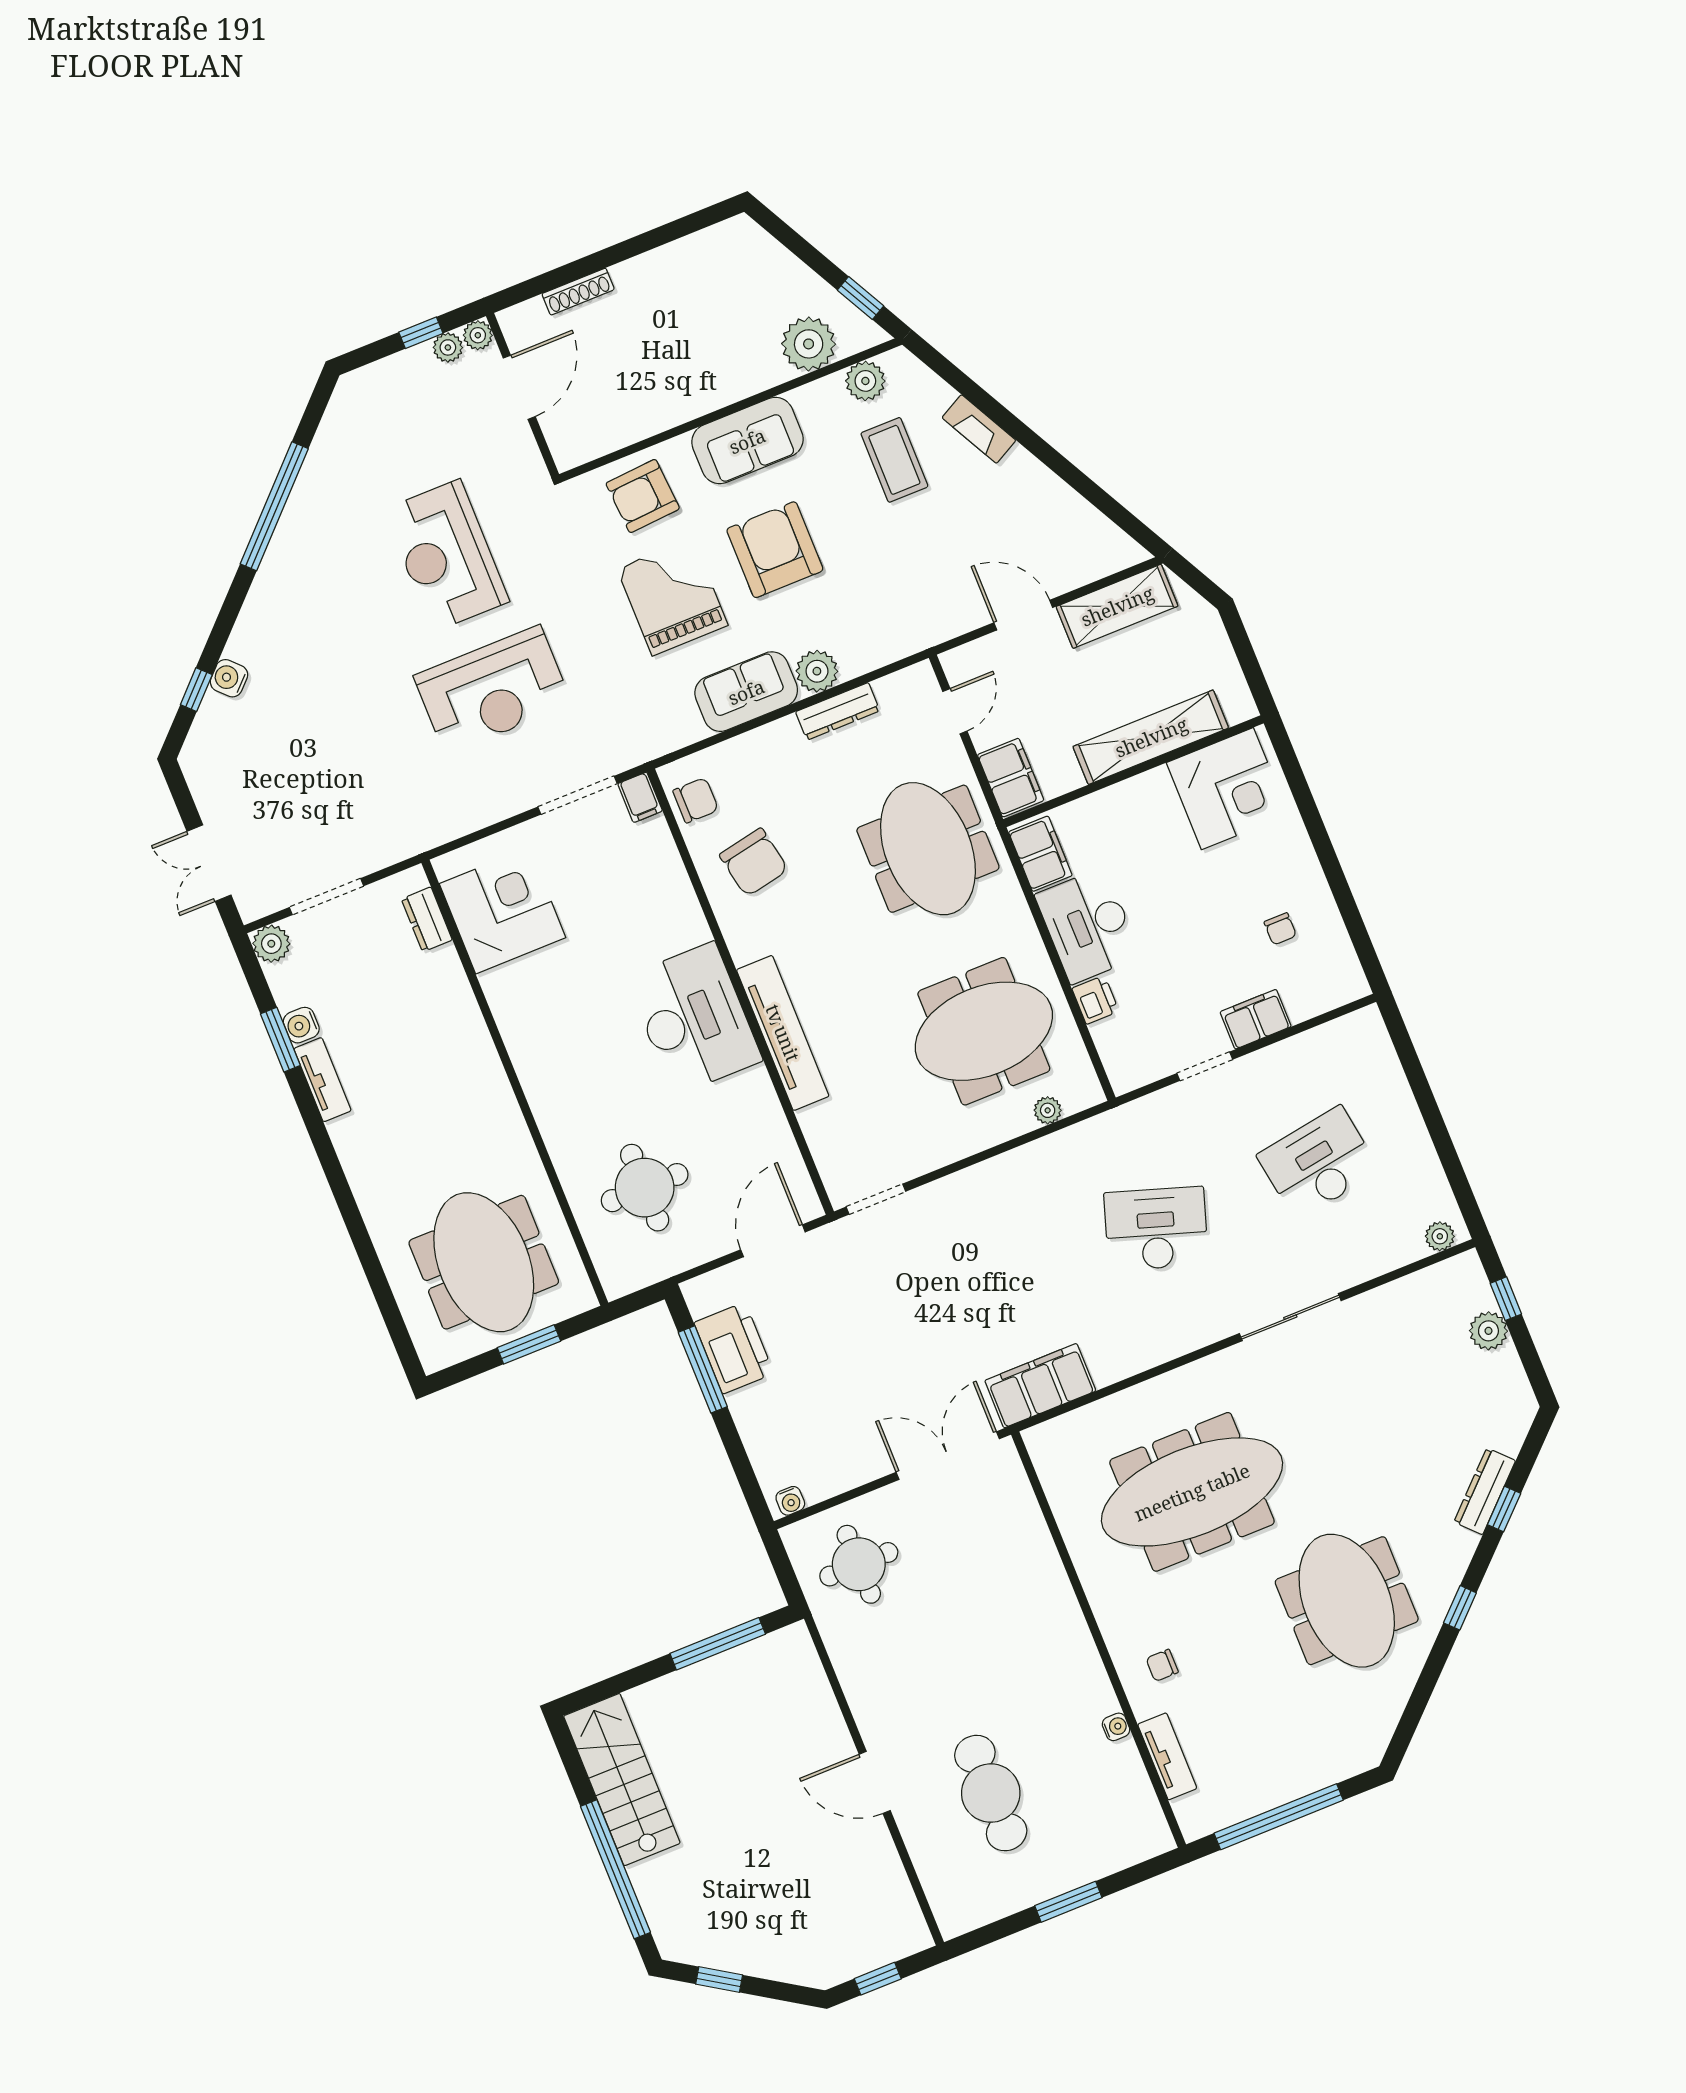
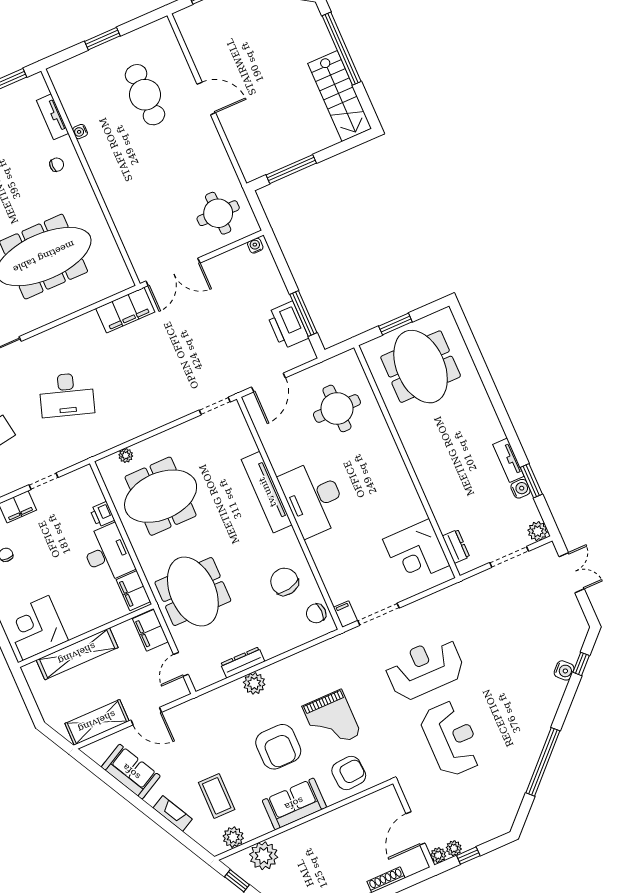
sofa: (746, 692) -> (131, 772), moved, turned -118

